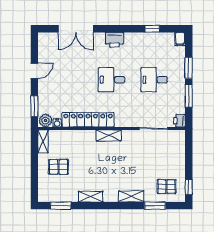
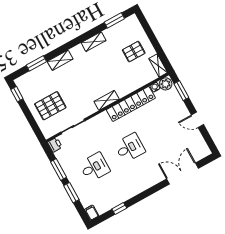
printer: (114, 40) -> (146, 182), removed
door: (34, 71) -> (197, 120), hinge flipped
pallet: (167, 186) -> (50, 106), moved, width x1.50, depth x1.42

